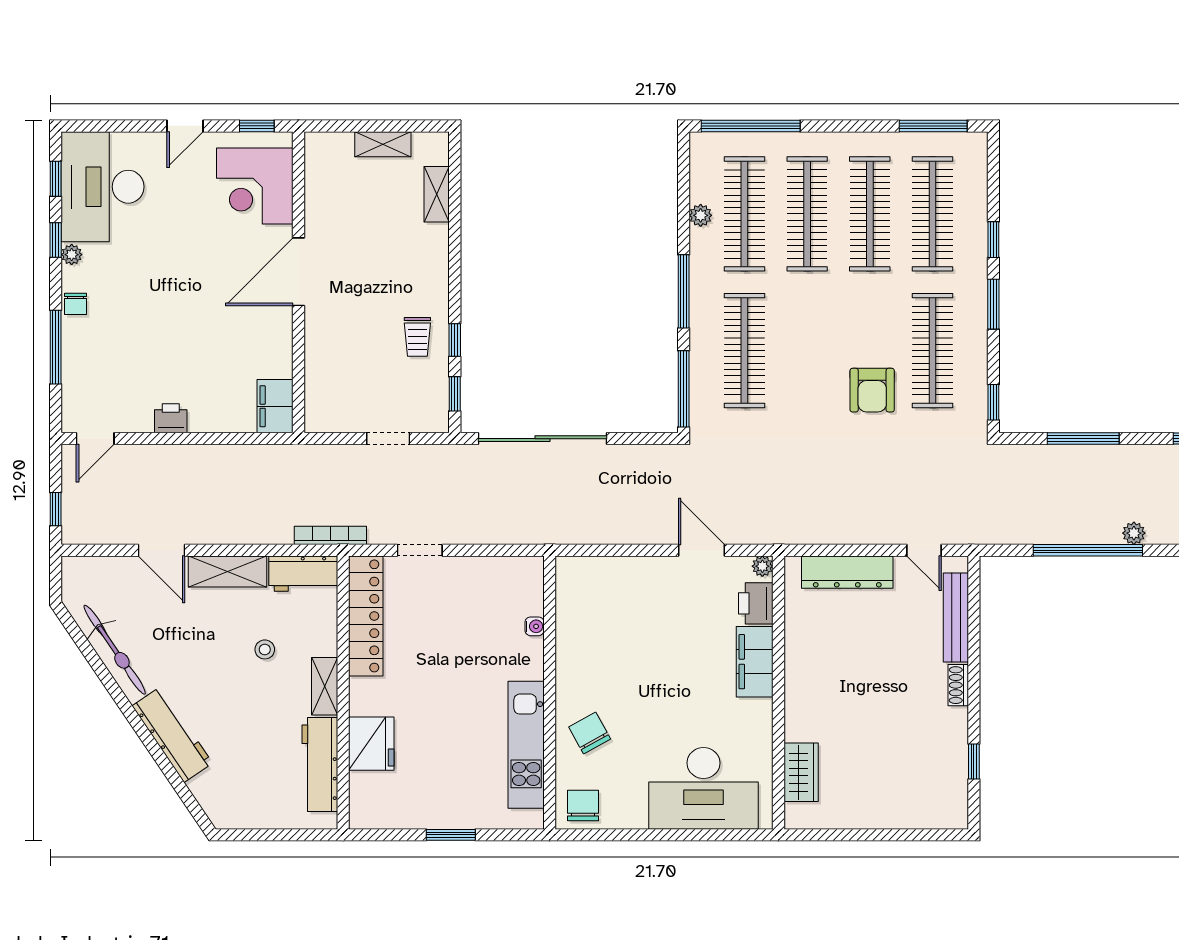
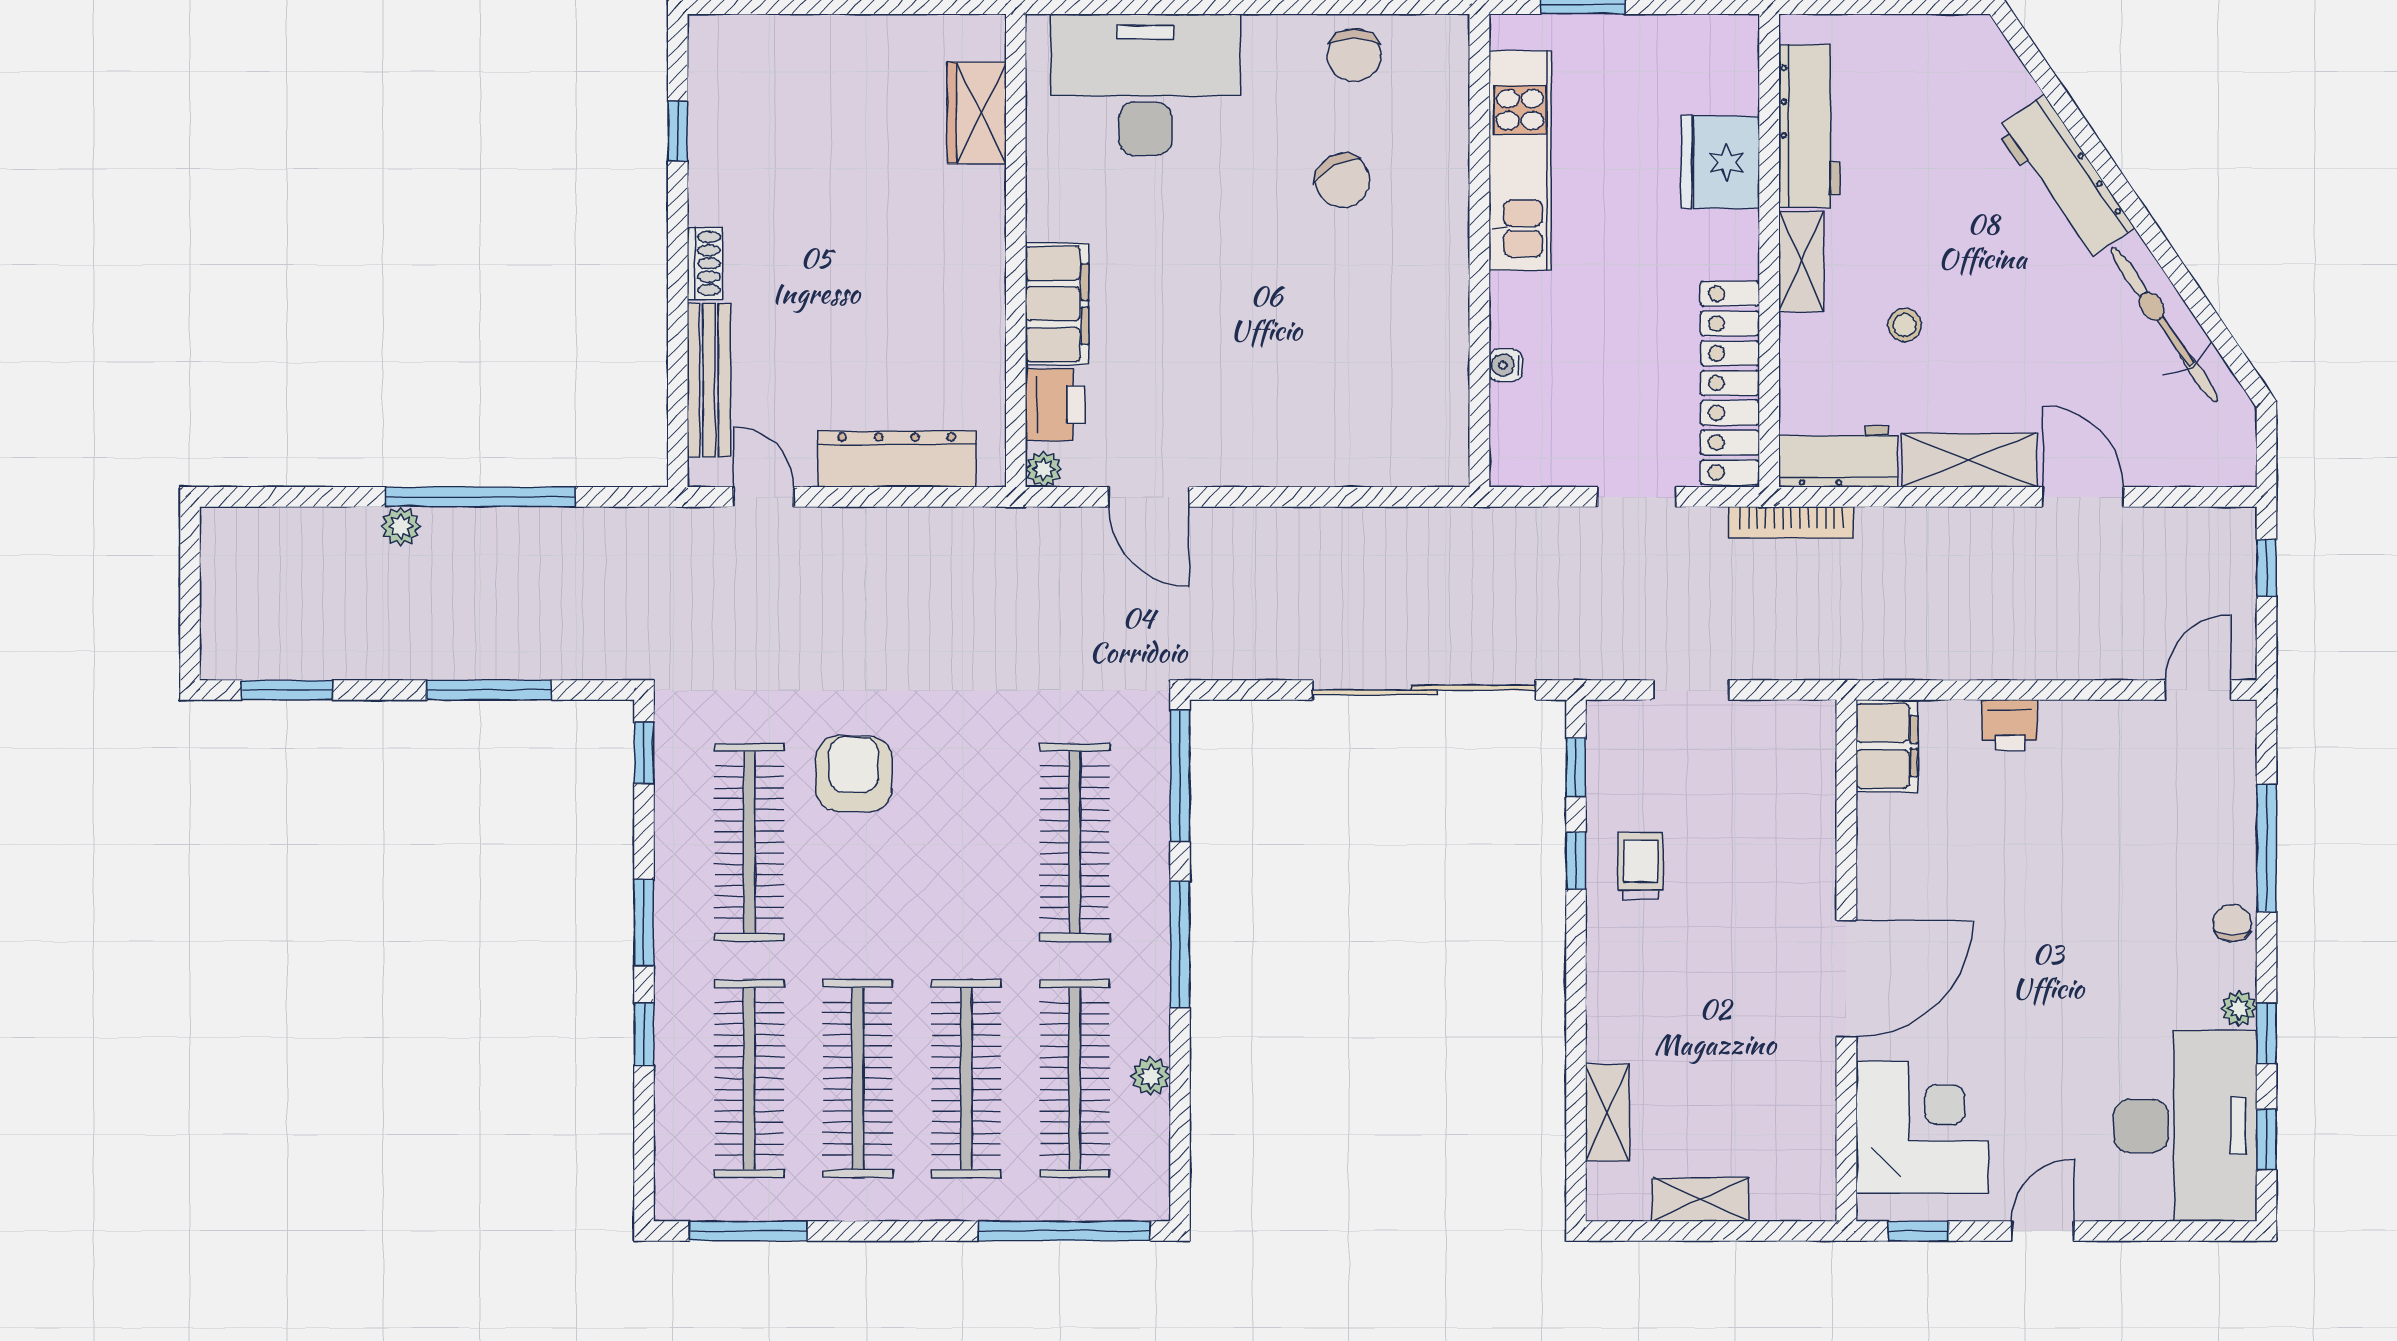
printer: (171, 418) -> (2010, 725), moved
water cooler: (535, 626) -> (1505, 365), moved
wall: (550, 693) -> (1479, 251), moved
kitchen unit: (526, 745) -> (1520, 160), moved

